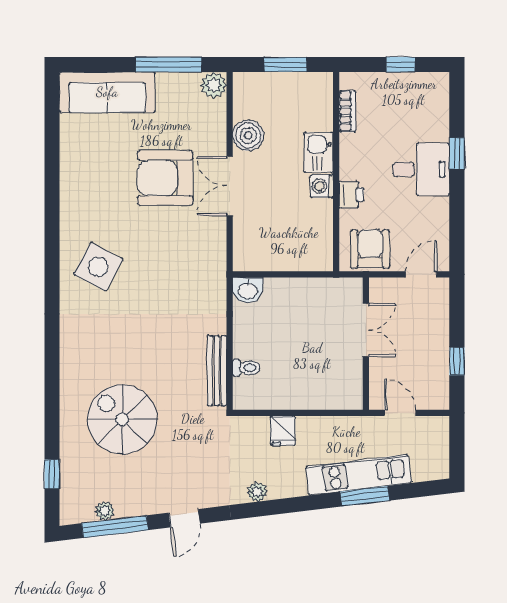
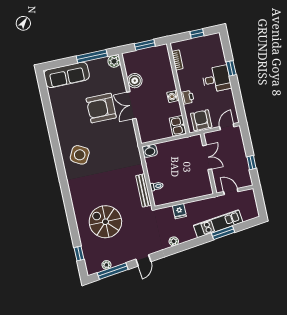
kitchen sink: (318, 152) -> (178, 126), moved

